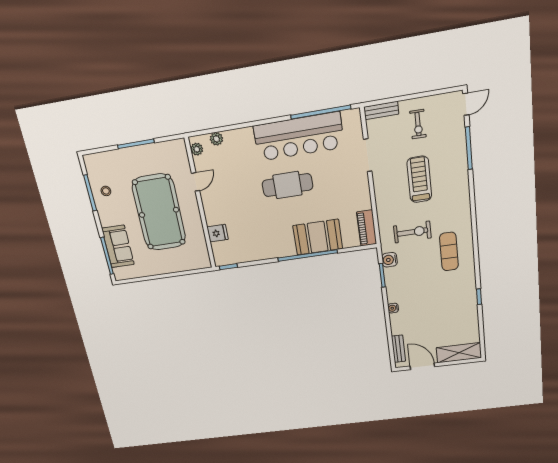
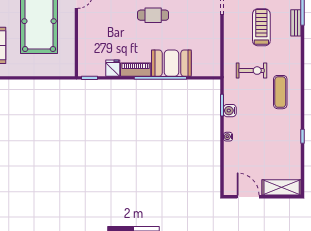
cafe table: (287, 185) -> (153, 15), width x0.73, depth x0.74
piano: (367, 228) -> (136, 70), moved, turned 90
fridge: (218, 233) -> (113, 68), moved, turned -90
water cooler: (389, 260) -> (230, 111), moved
bench: (398, 349) -> (296, 23), moved

